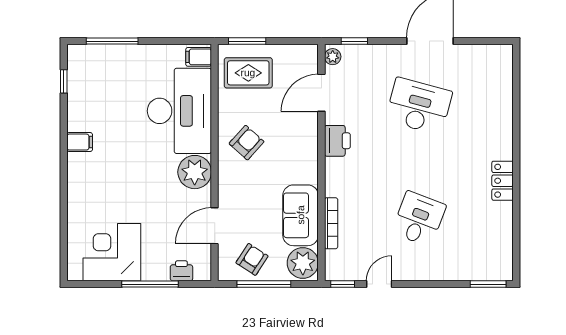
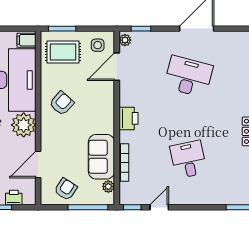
side table: (295, 64) -> (98, 45), added
printer: (337, 141) -> (128, 118), moved
desk: (419, 219) -> (188, 159), turned -33
plant: (303, 263) -> (108, 187), width x0.53, depth x0.53
window: (264, 284) -> (88, 207), moved

